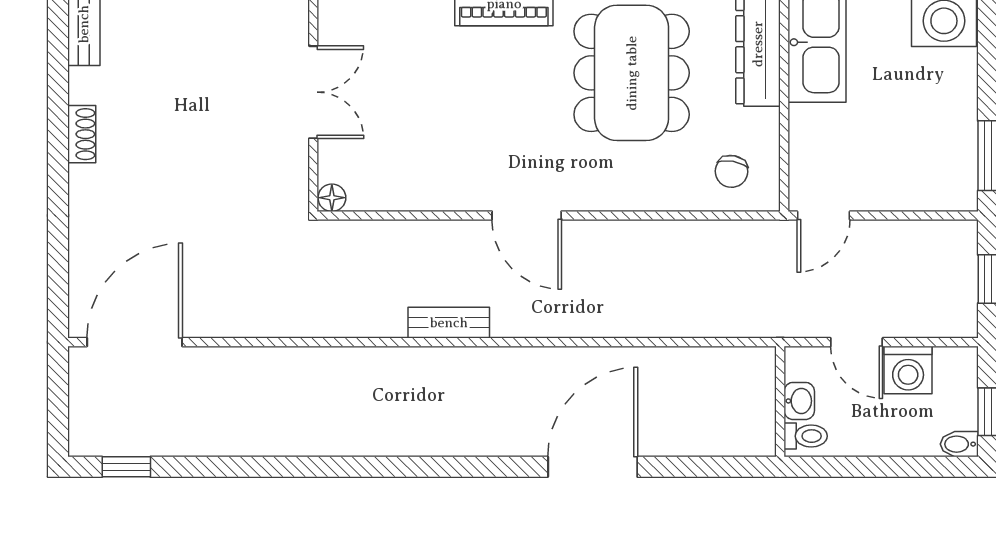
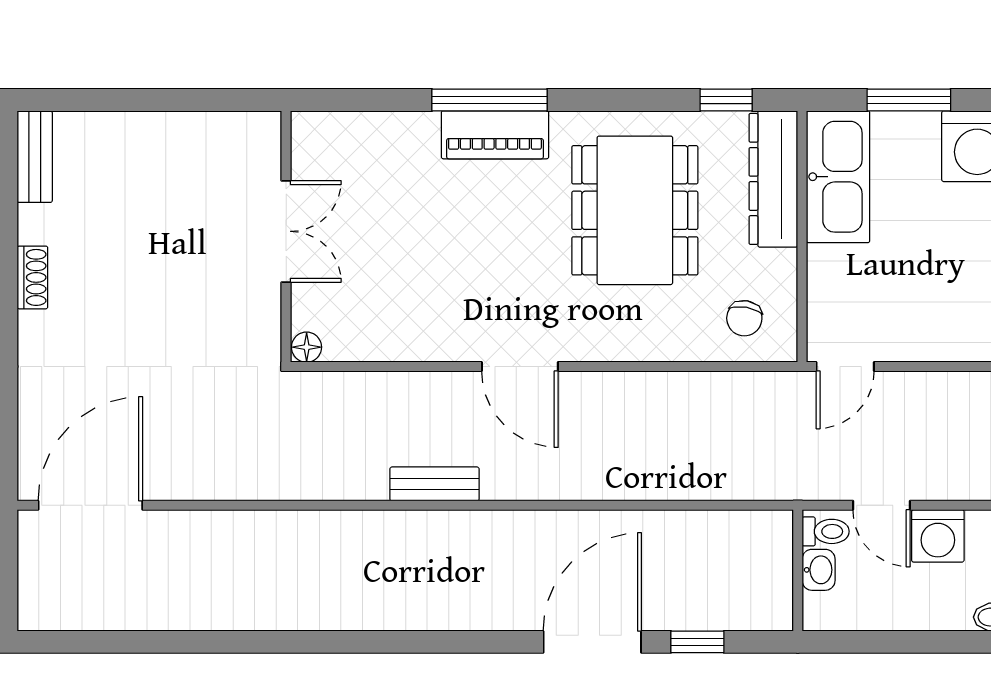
toilet: (806, 436) -> (826, 531), moved
window: (126, 467) -> (697, 642), moved

